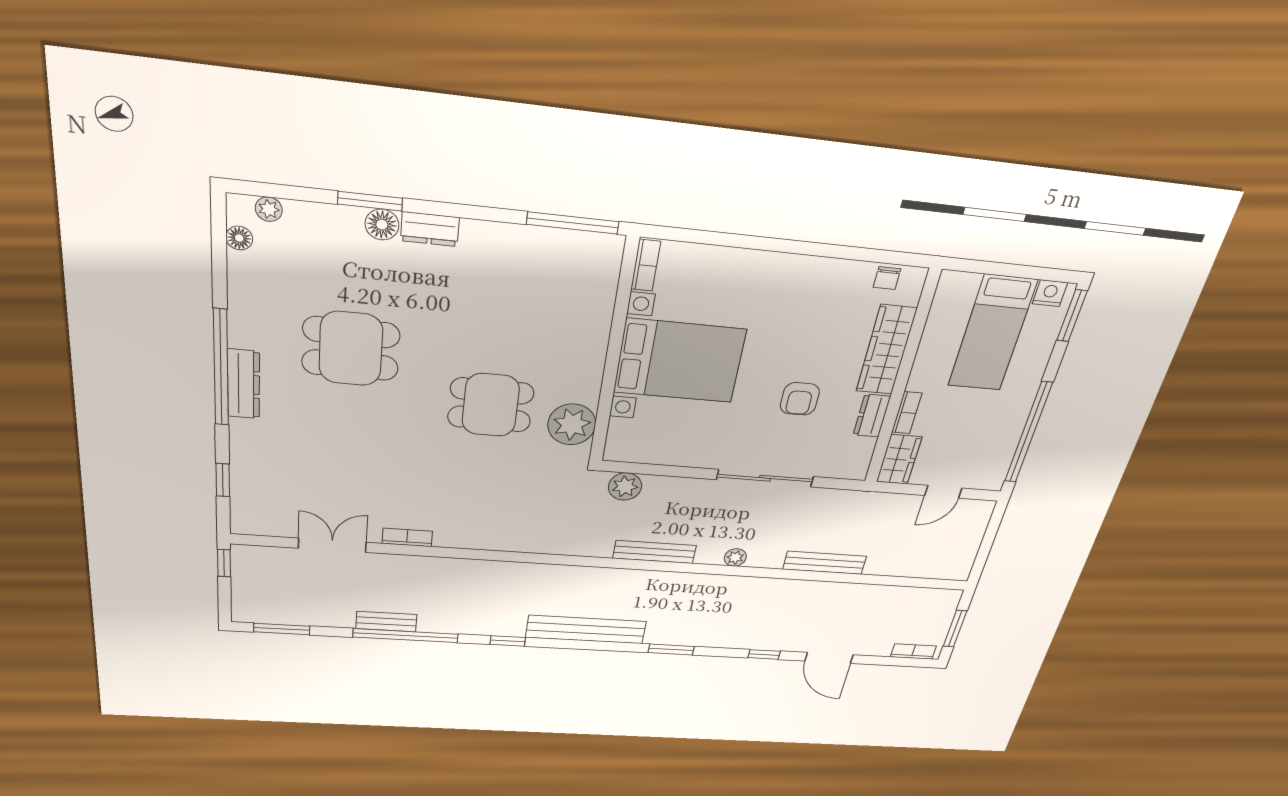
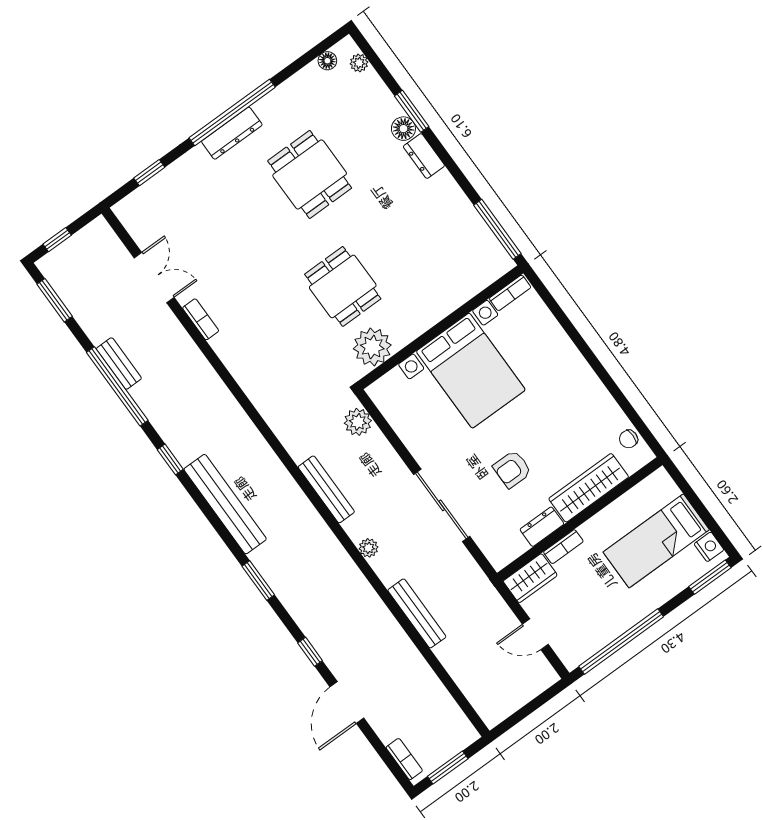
window: (224, 563) -> (57, 240), moved

